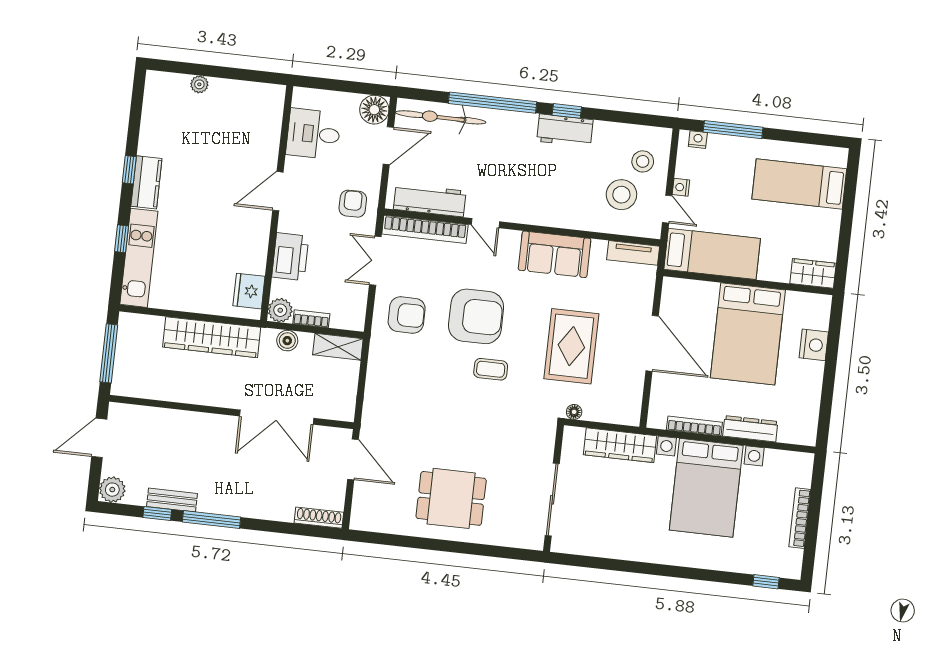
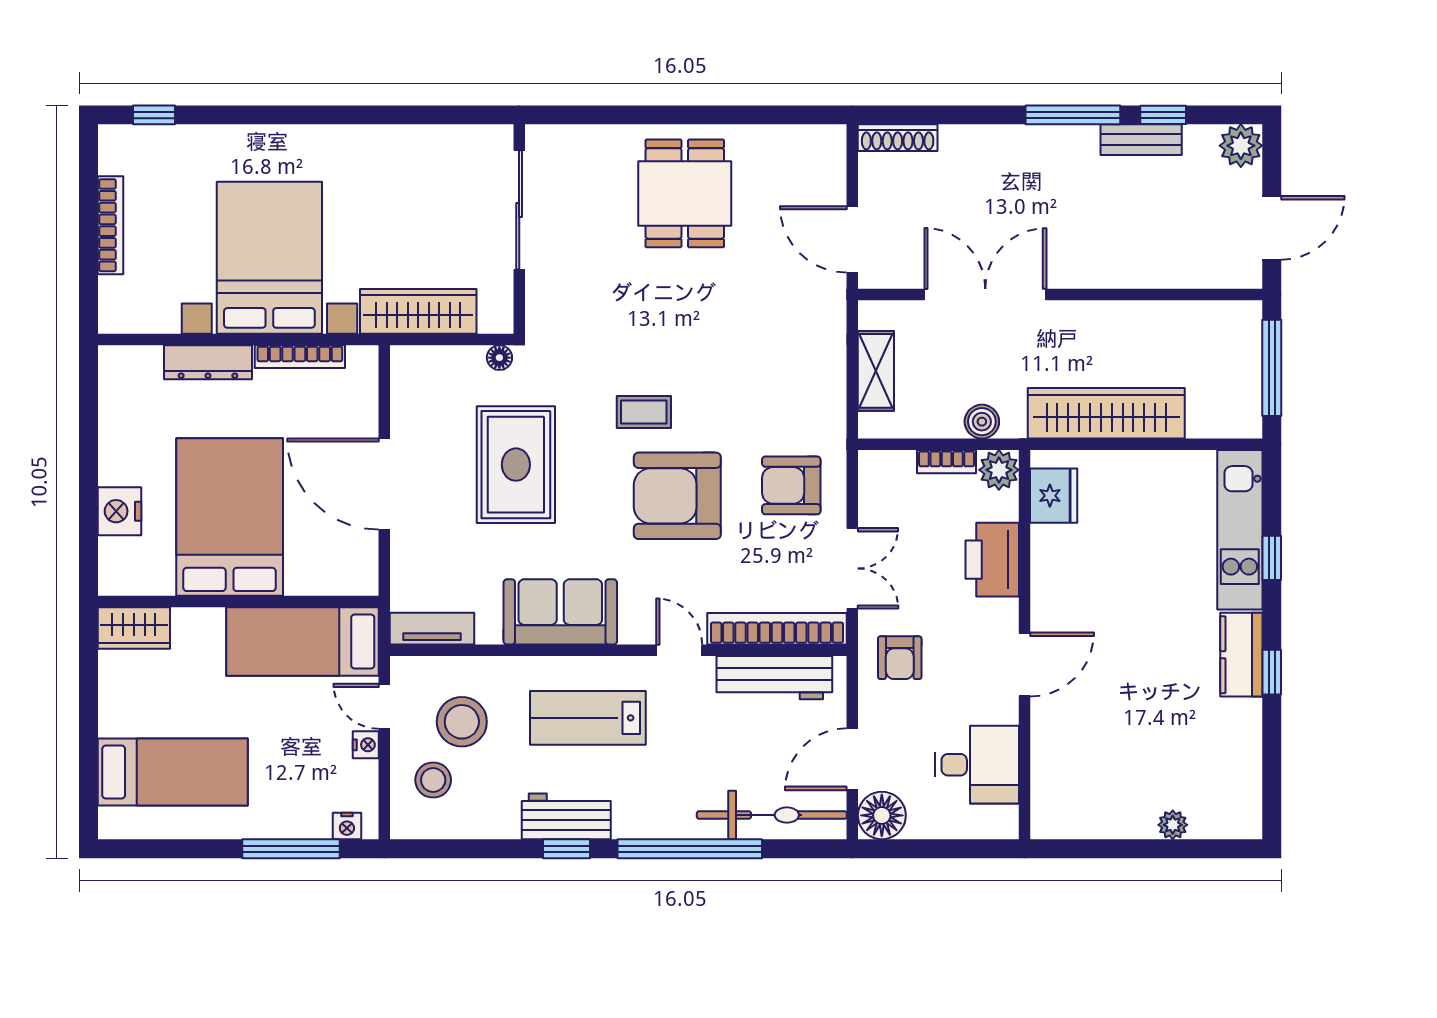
lab bench: (545, 188) -> (588, 718), added
shelving: (338, 347) -> (876, 371), moved, turned 90
dining table: (451, 498) -> (685, 193), turned 90

